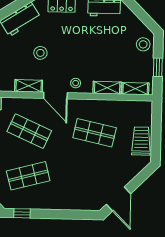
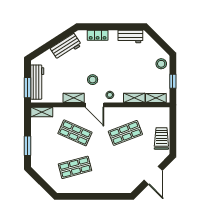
stool: (40, 53) -> (93, 80), moved
shop shelf: (95, 133) -> (125, 133), turned -33
door: (118, 199) -> (153, 175), moved
window: (22, 213) -> (71, 196), removed

